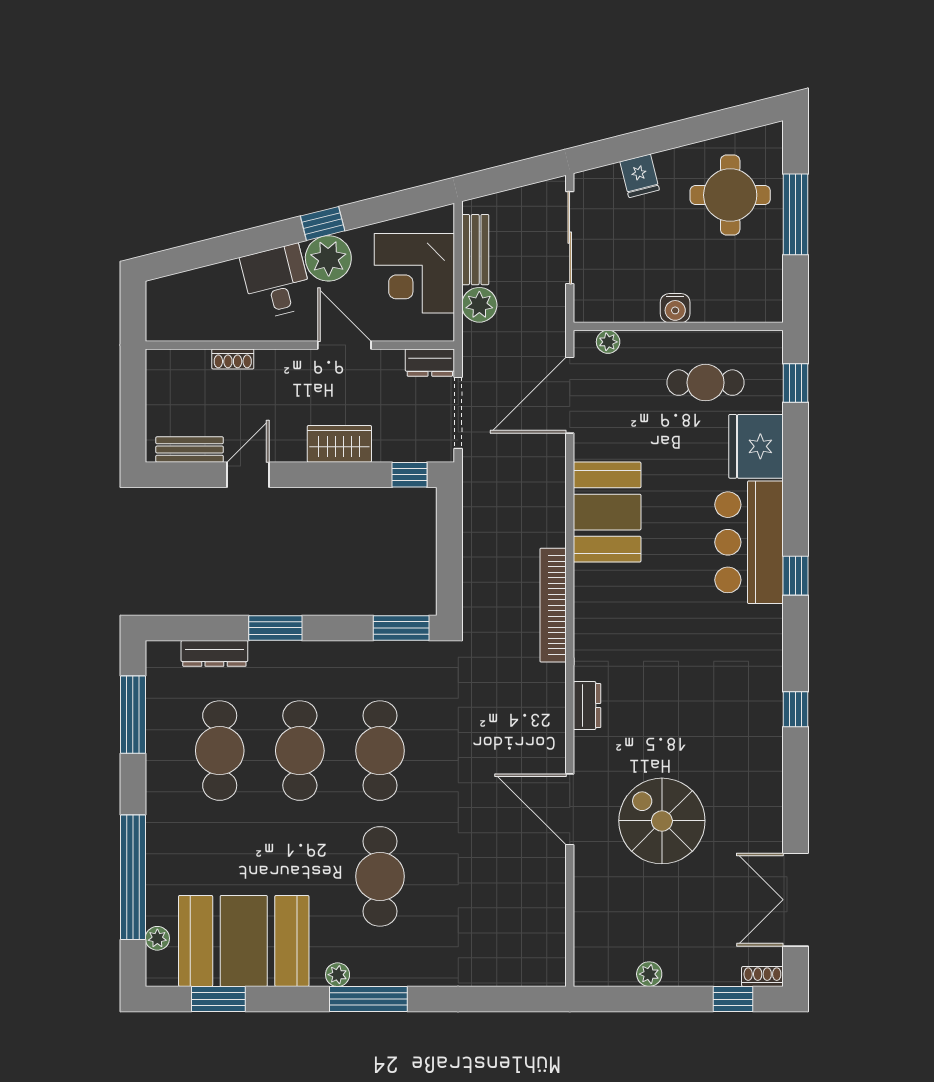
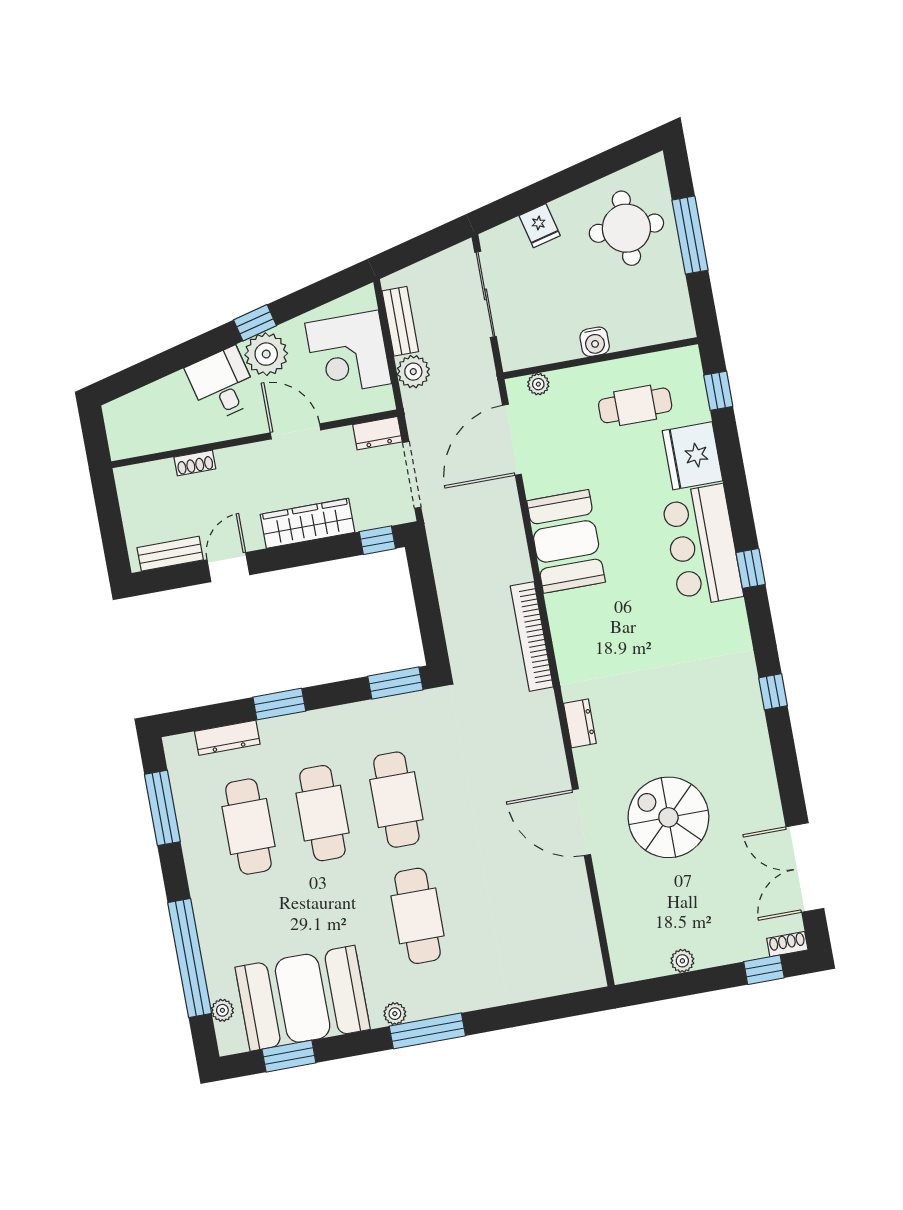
wardrobe: (339, 444) -> (307, 523), width x1.50

